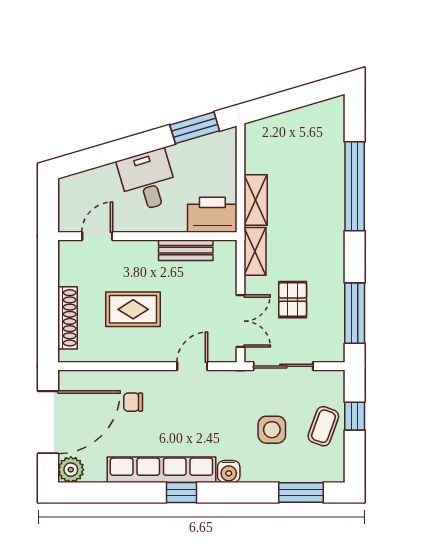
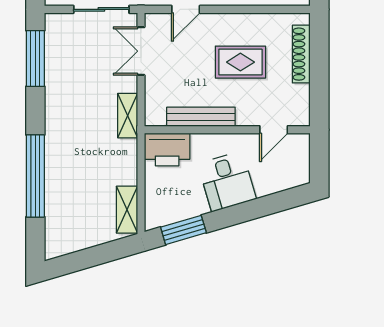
shelving: (256, 200) -> (127, 210), moved
bench: (186, 250) -> (201, 117), width x1.36
pallet: (293, 300) -> (93, 71), removed

